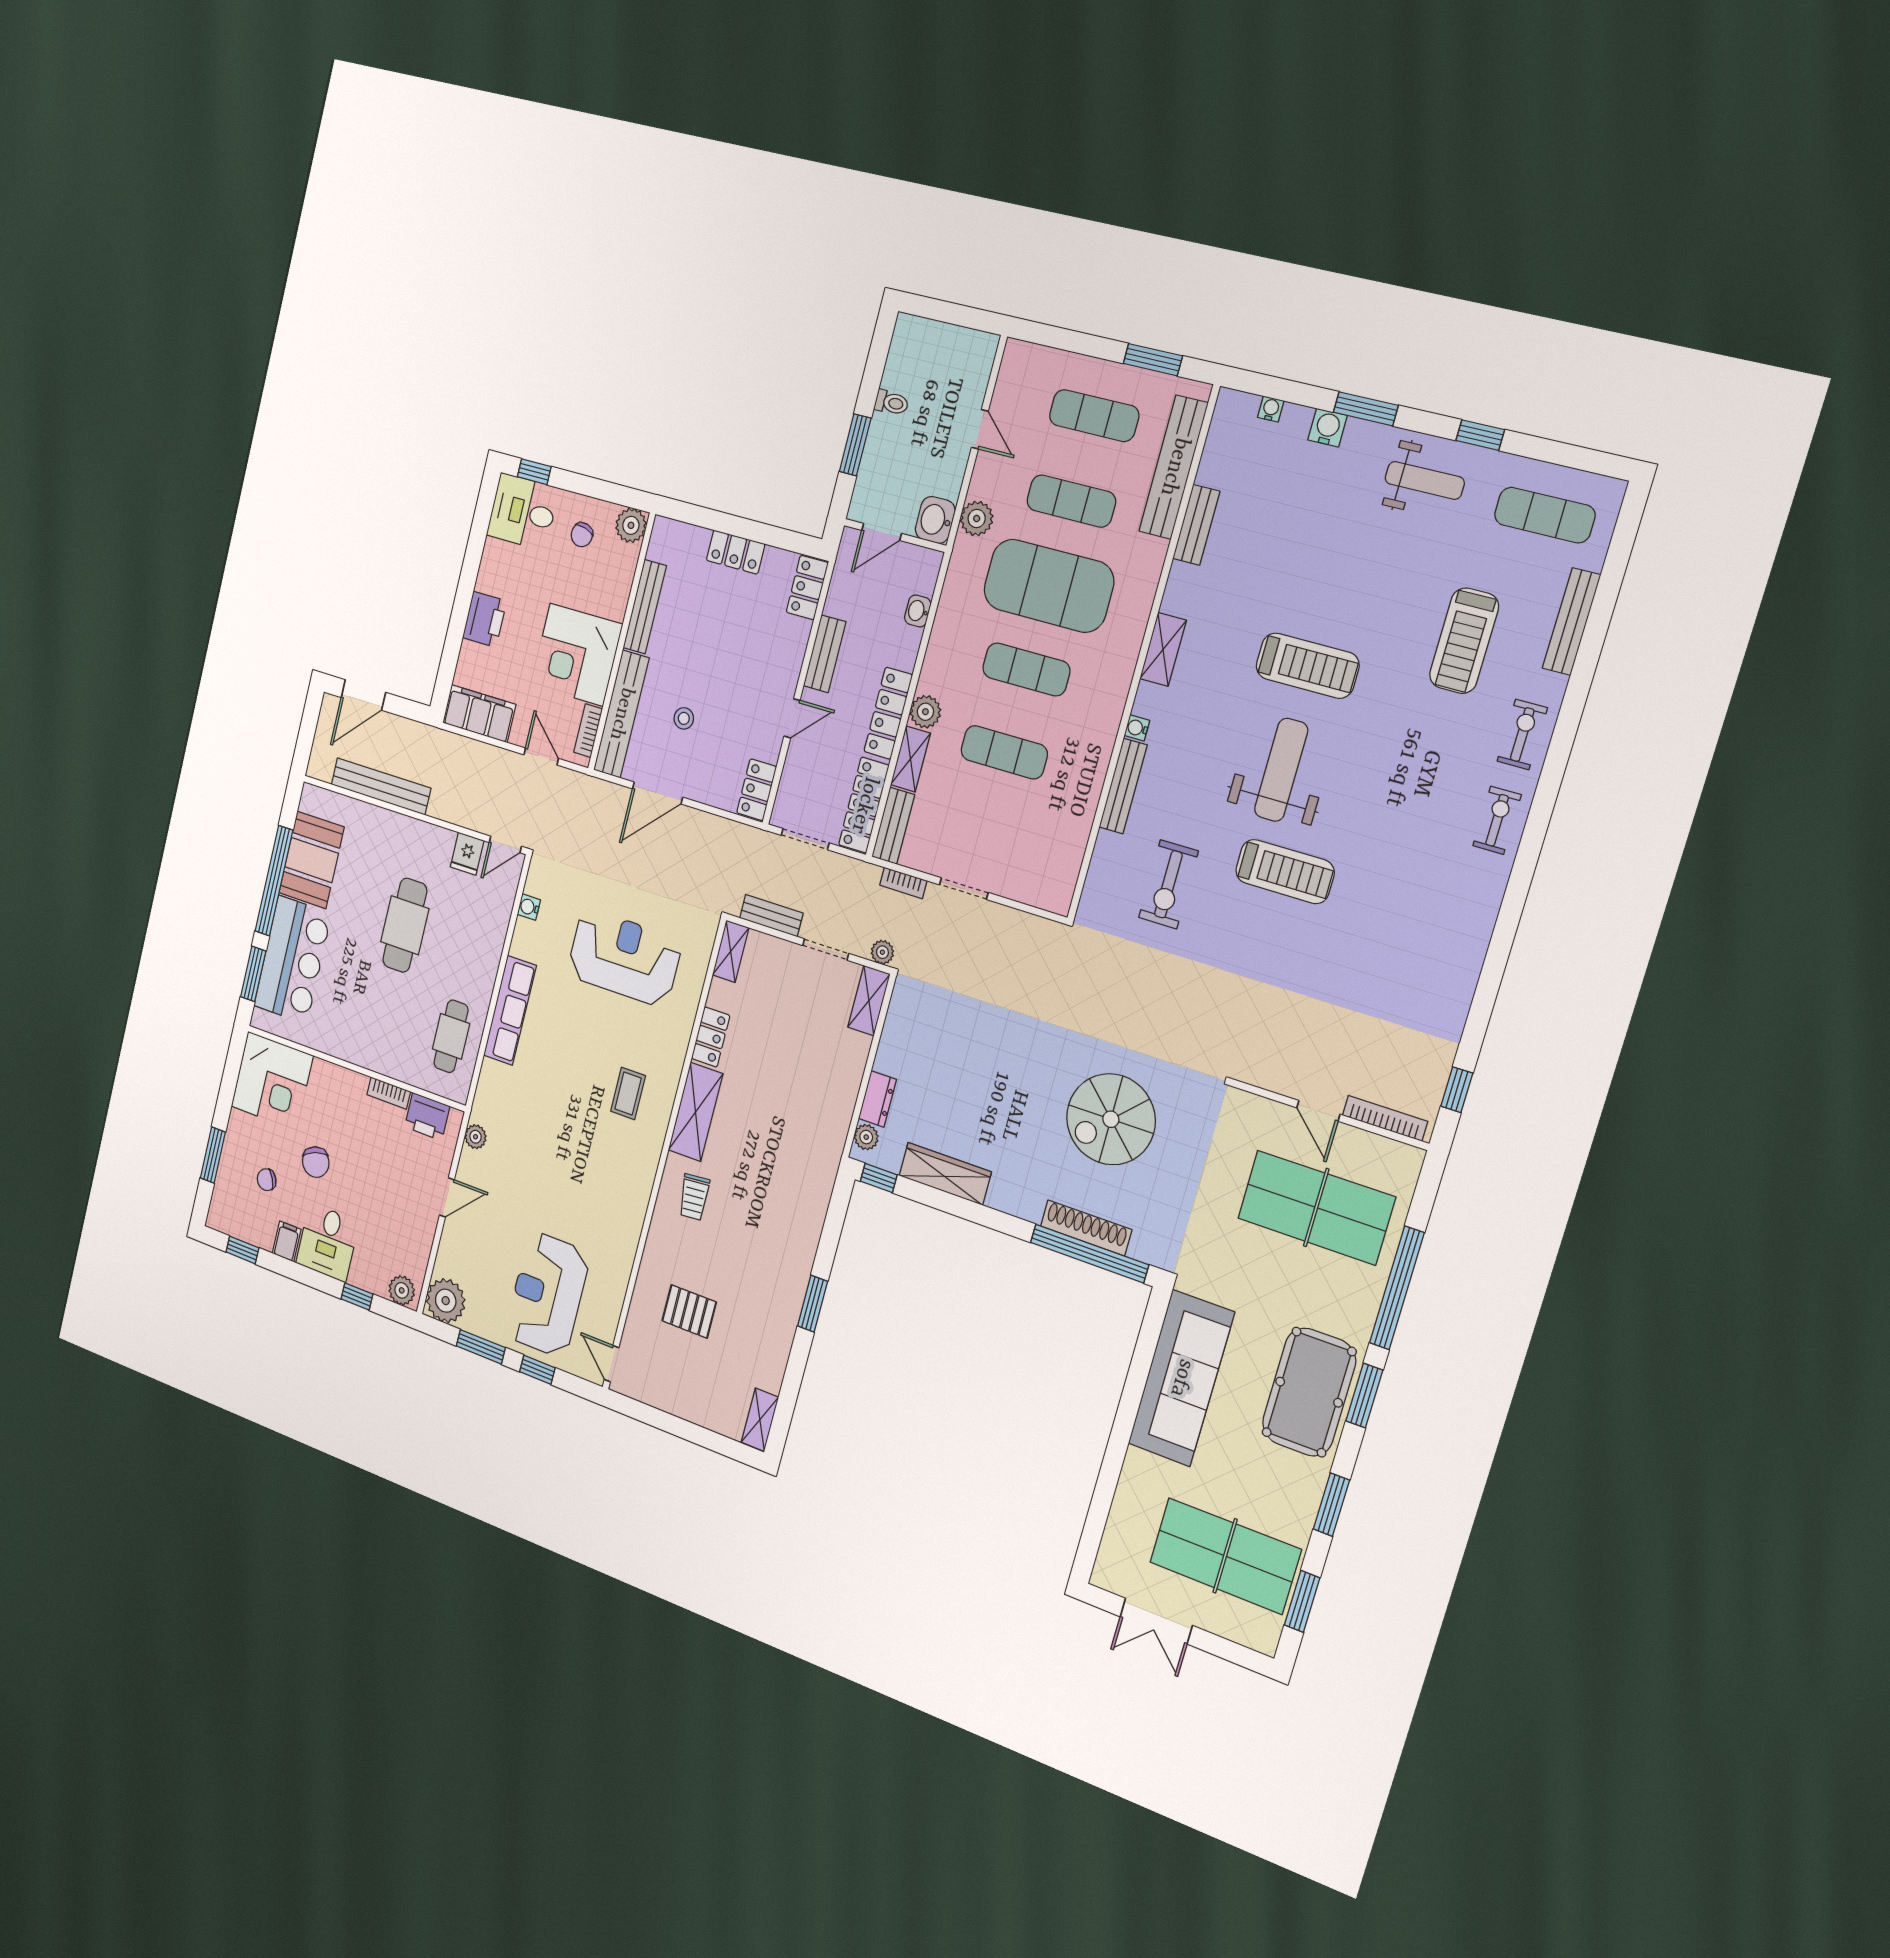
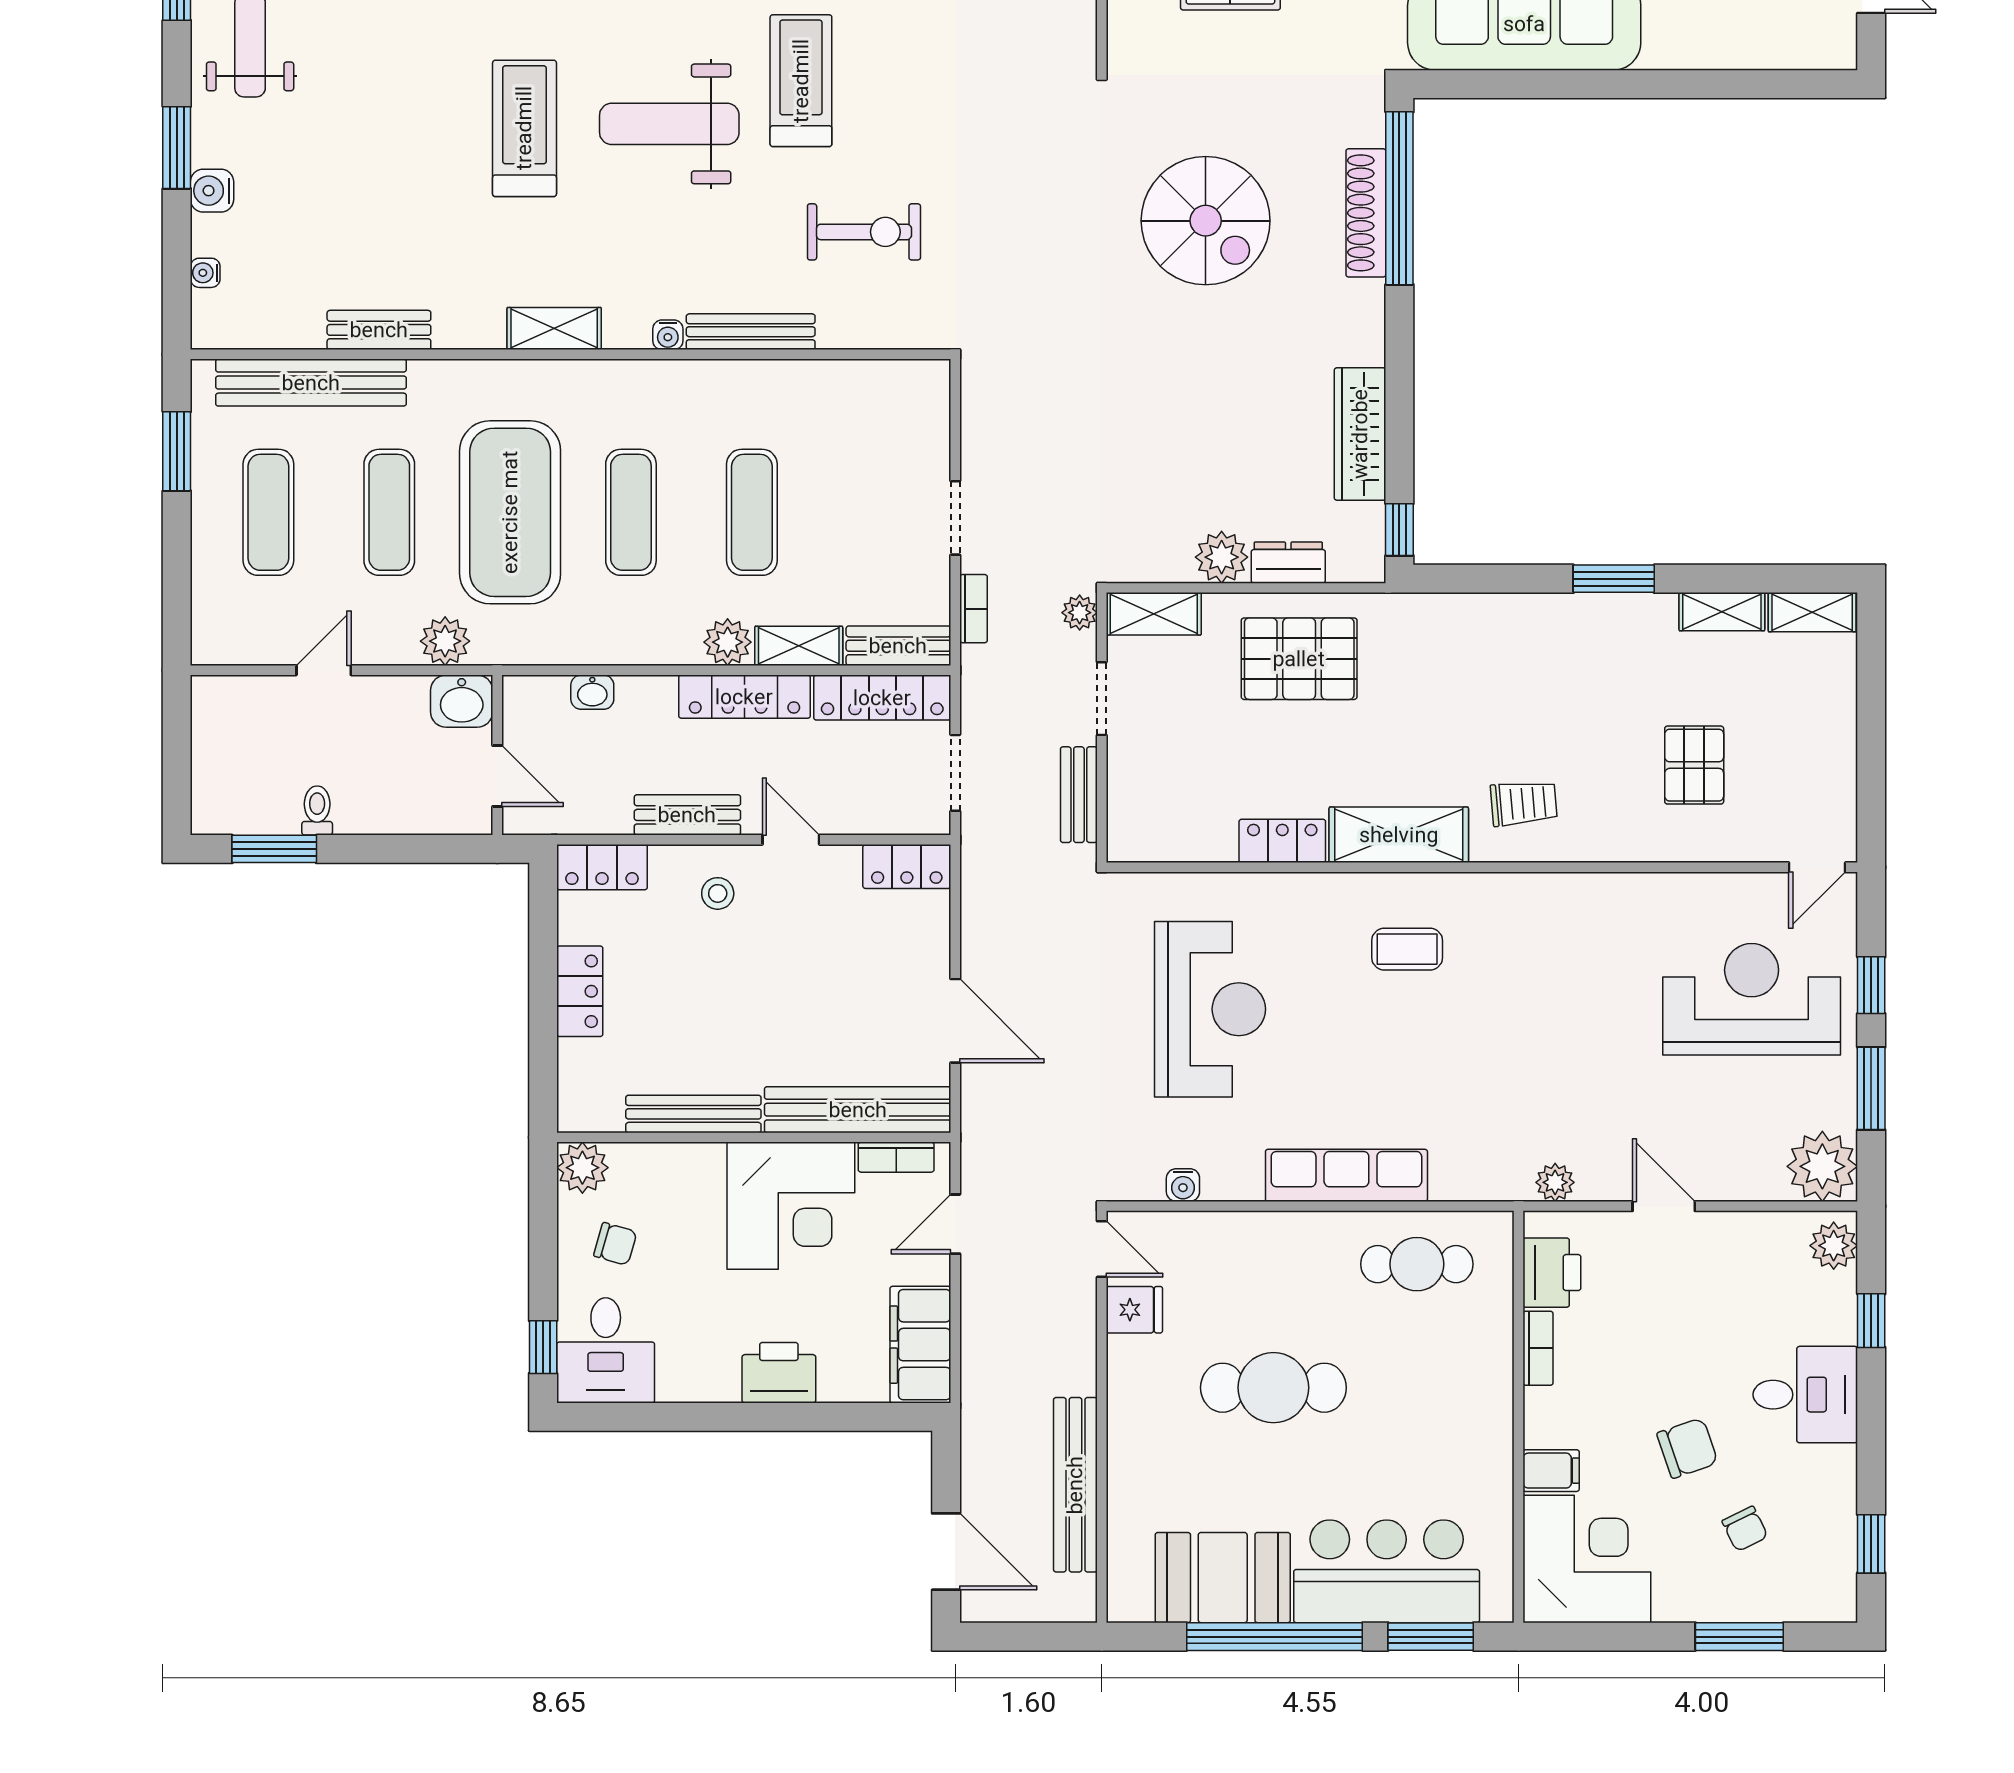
window: (855, 445) -> (274, 849), moved
stool: (684, 718) -> (718, 893), moved
shelving: (731, 951) -> (1722, 612), moved
reception desk: (624, 958) -> (1210, 1009), turned 180
pallet: (817, 1086) -> (1299, 659), added
plant: (866, 1137) -> (1222, 557), moved, width x1.38, depth x1.38
filing cabinet: (287, 1241) -> (1551, 1471), moved, turned 180
reception desk: (547, 1295) -> (1752, 999), turned 180

